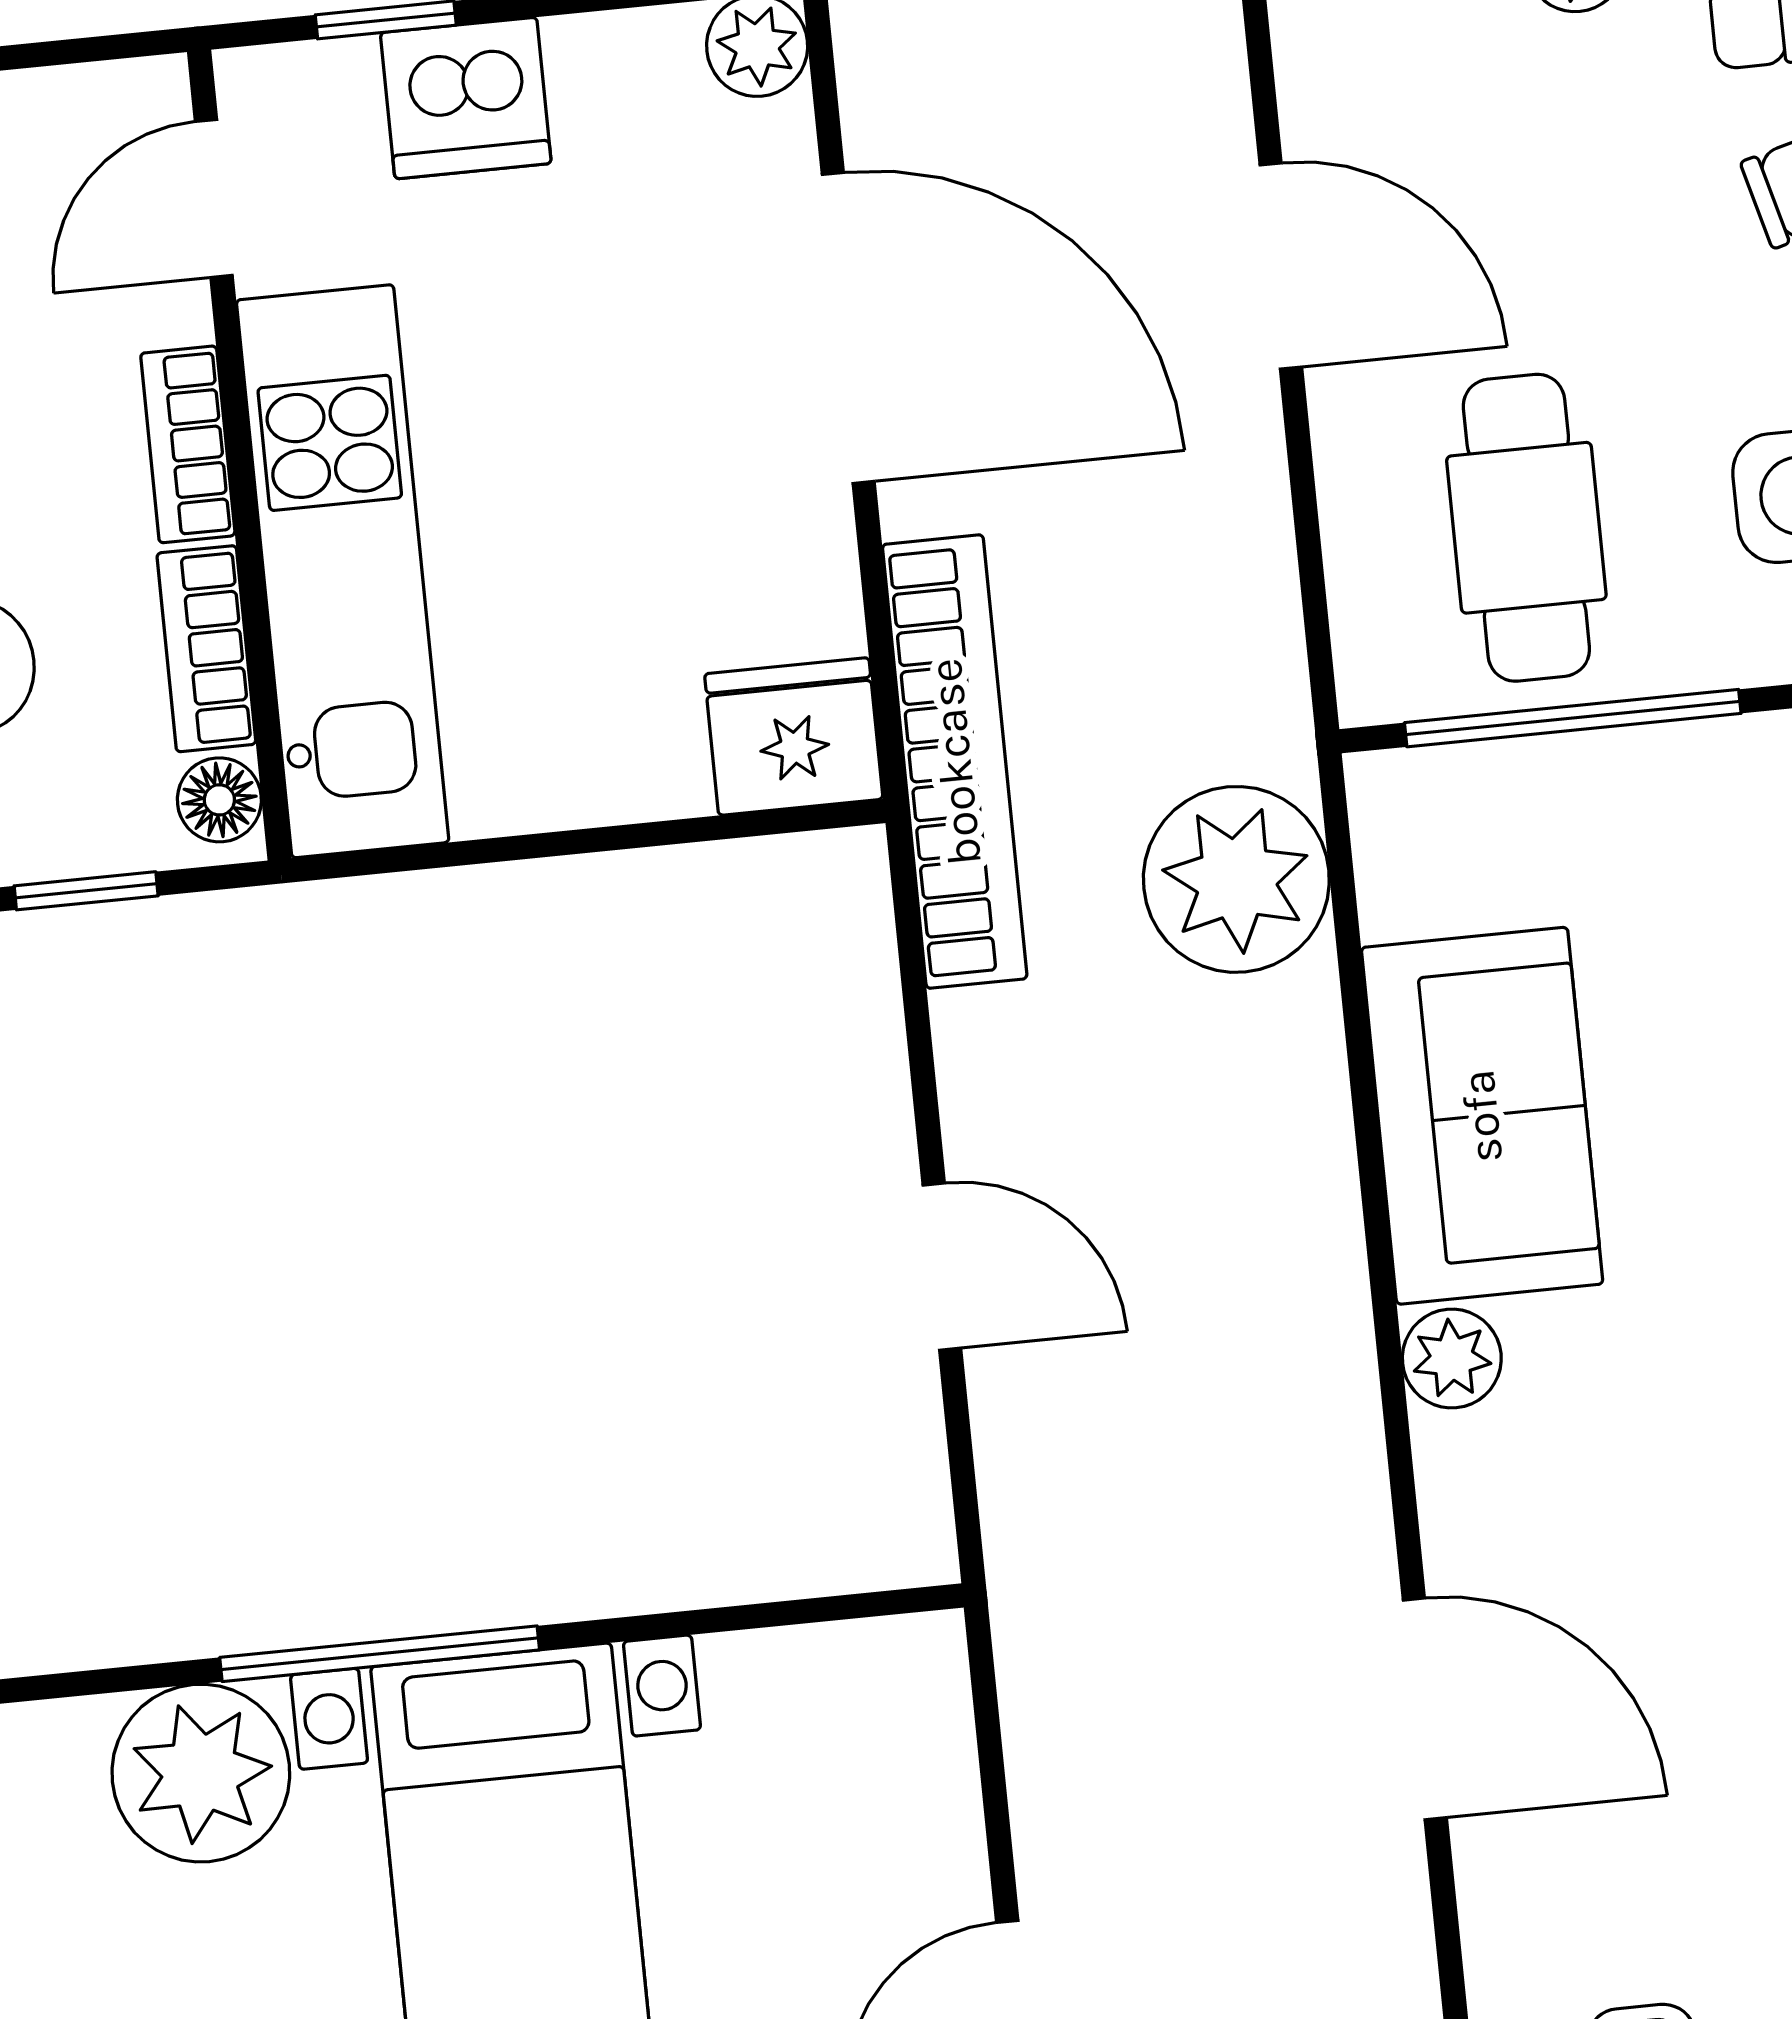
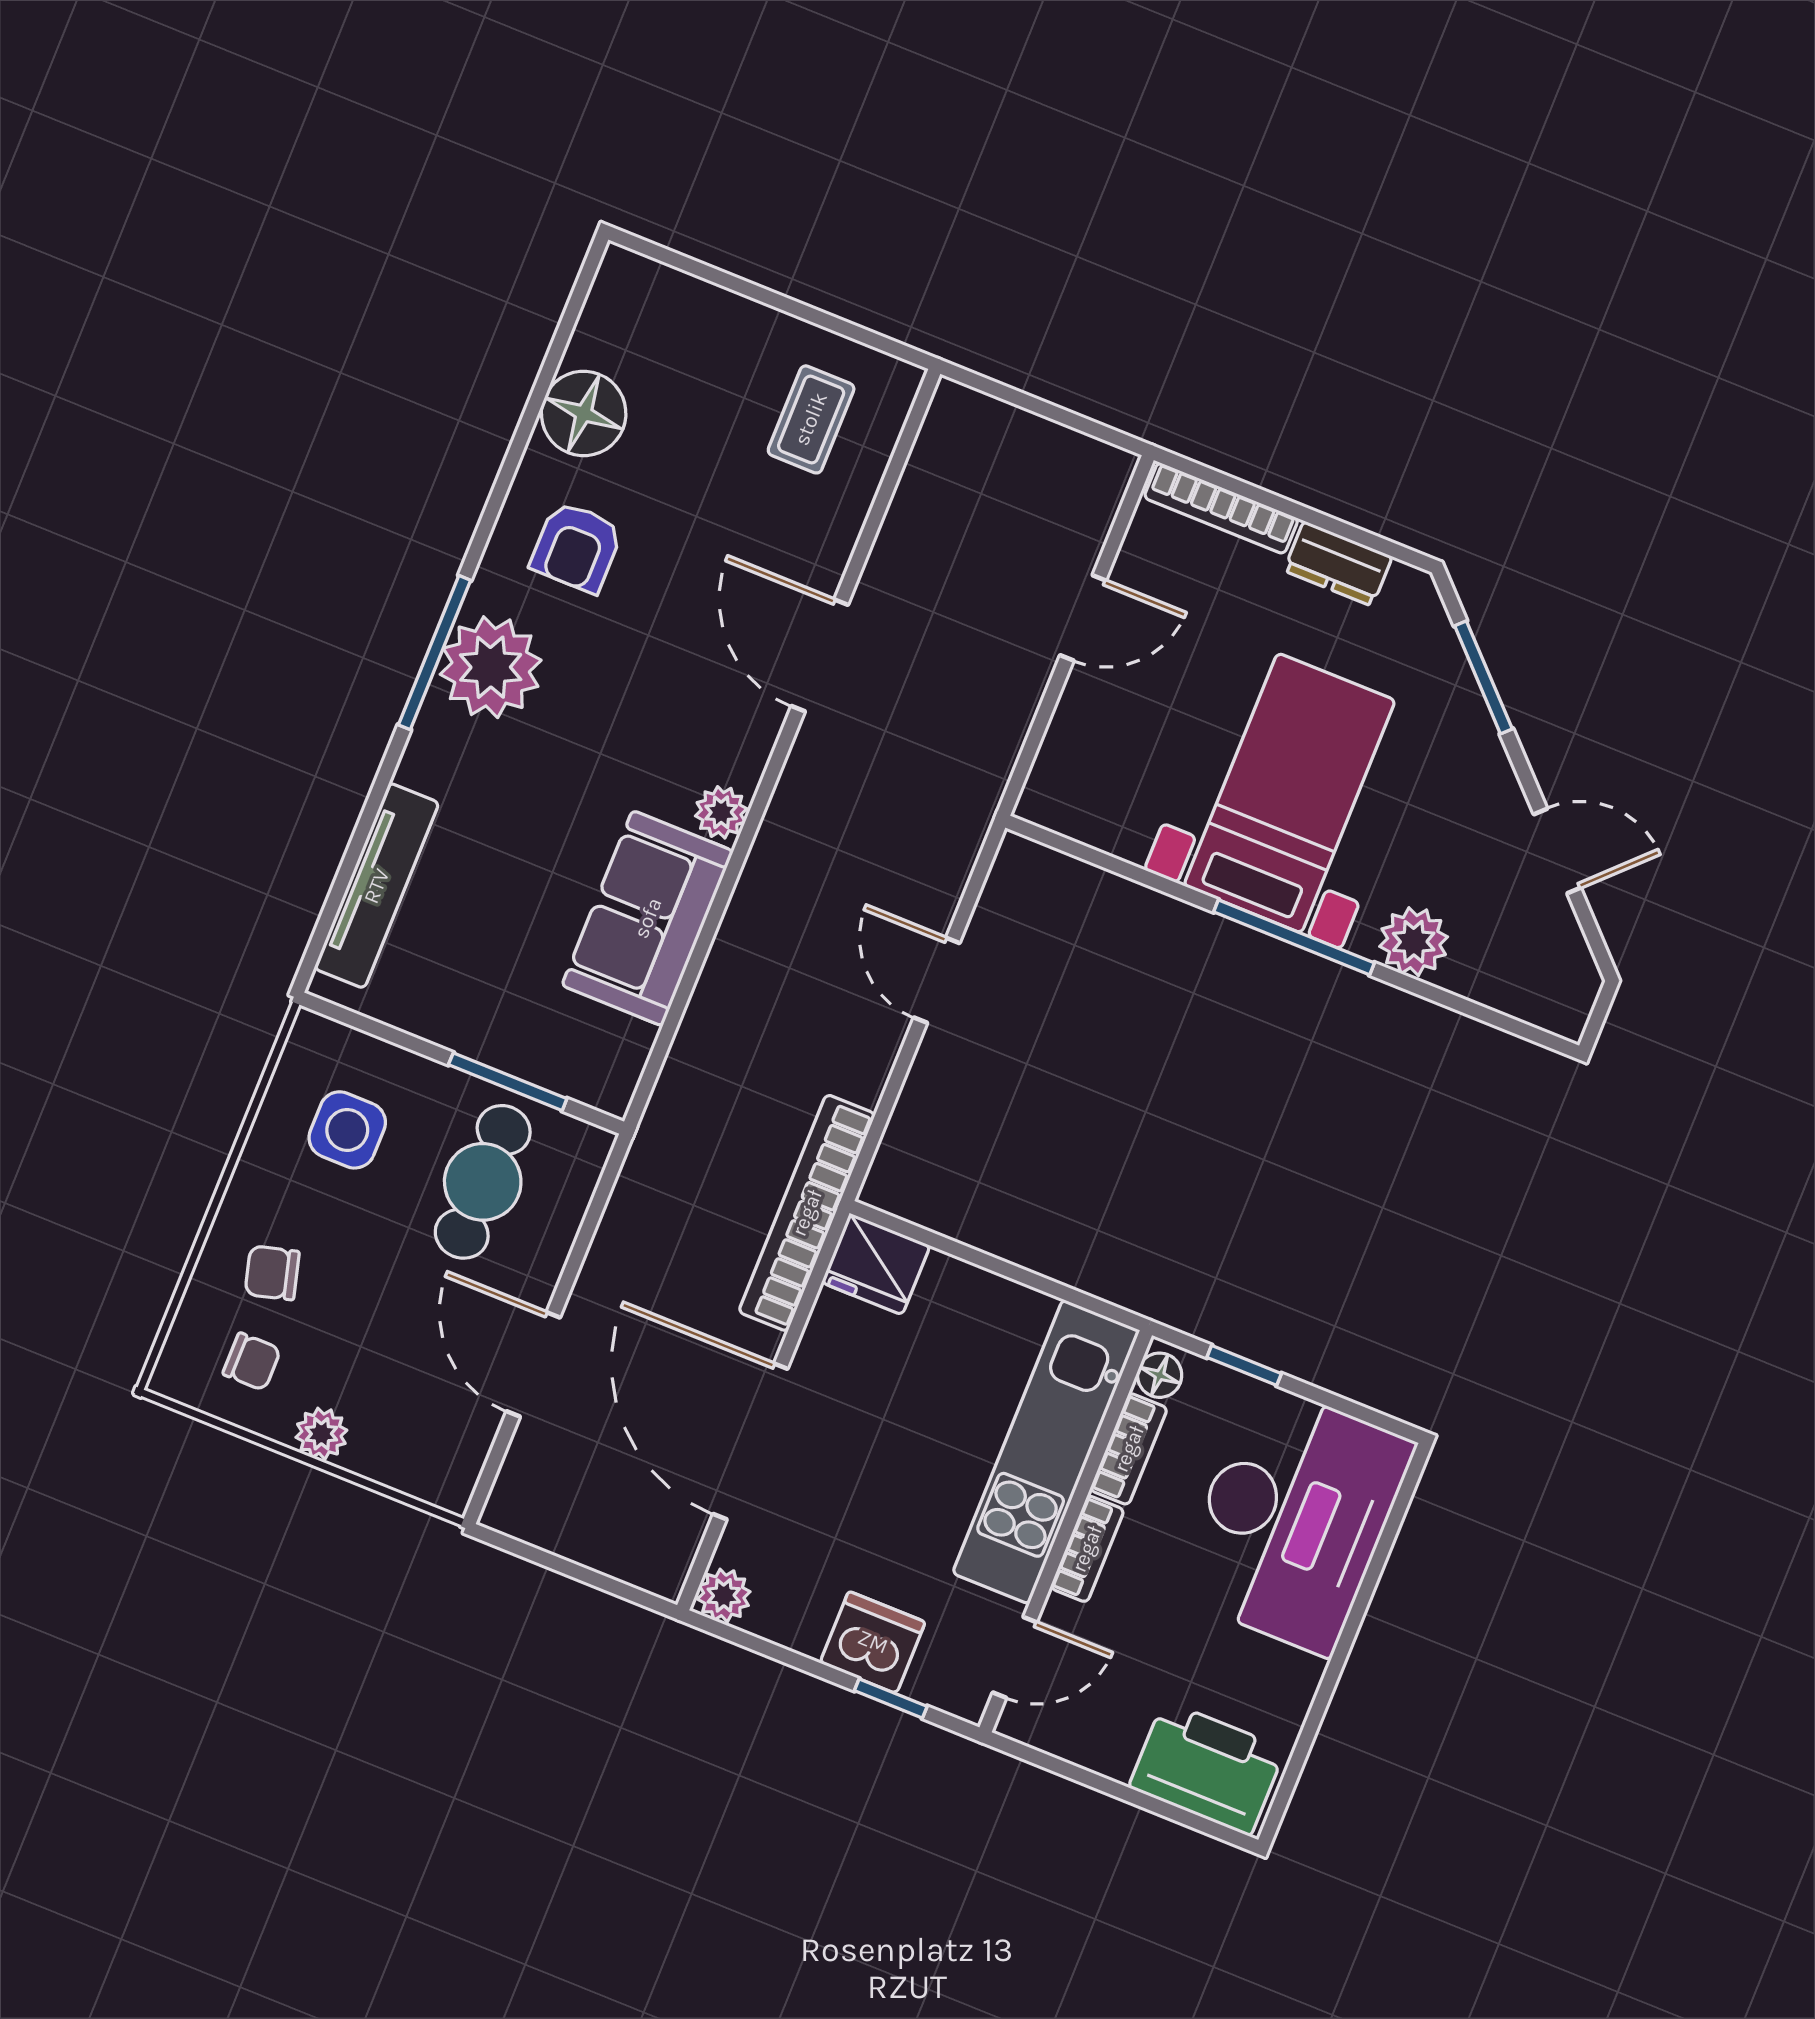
window: (1573, 718) -> (508, 1082), width x0.69
plant: (1236, 879) -> (704, 1089), removed
plant: (201, 1773) -> (1414, 942), width x0.73, depth x0.73

